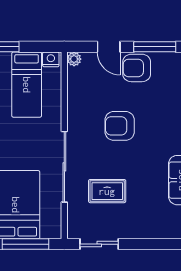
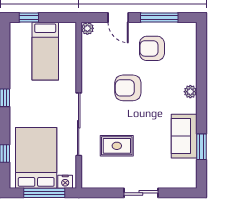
nightstand: (51, 59) -> (65, 182), moved, turned 180
armchair: (137, 68) -> (152, 48), moved
sliding door: (99, 244) -> (141, 193), moved

